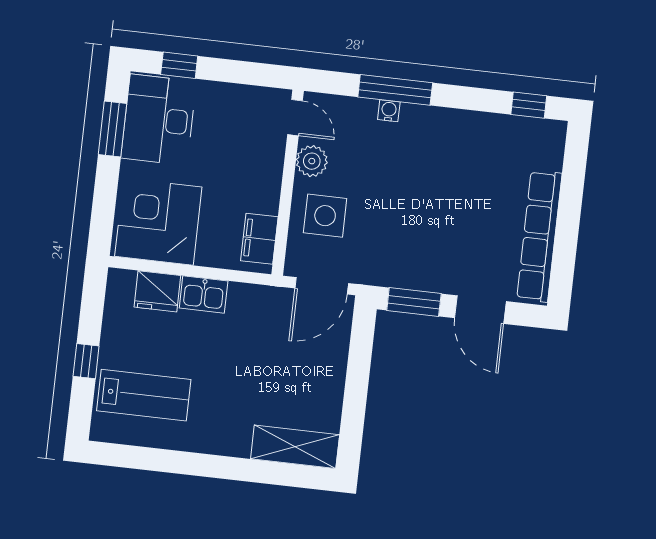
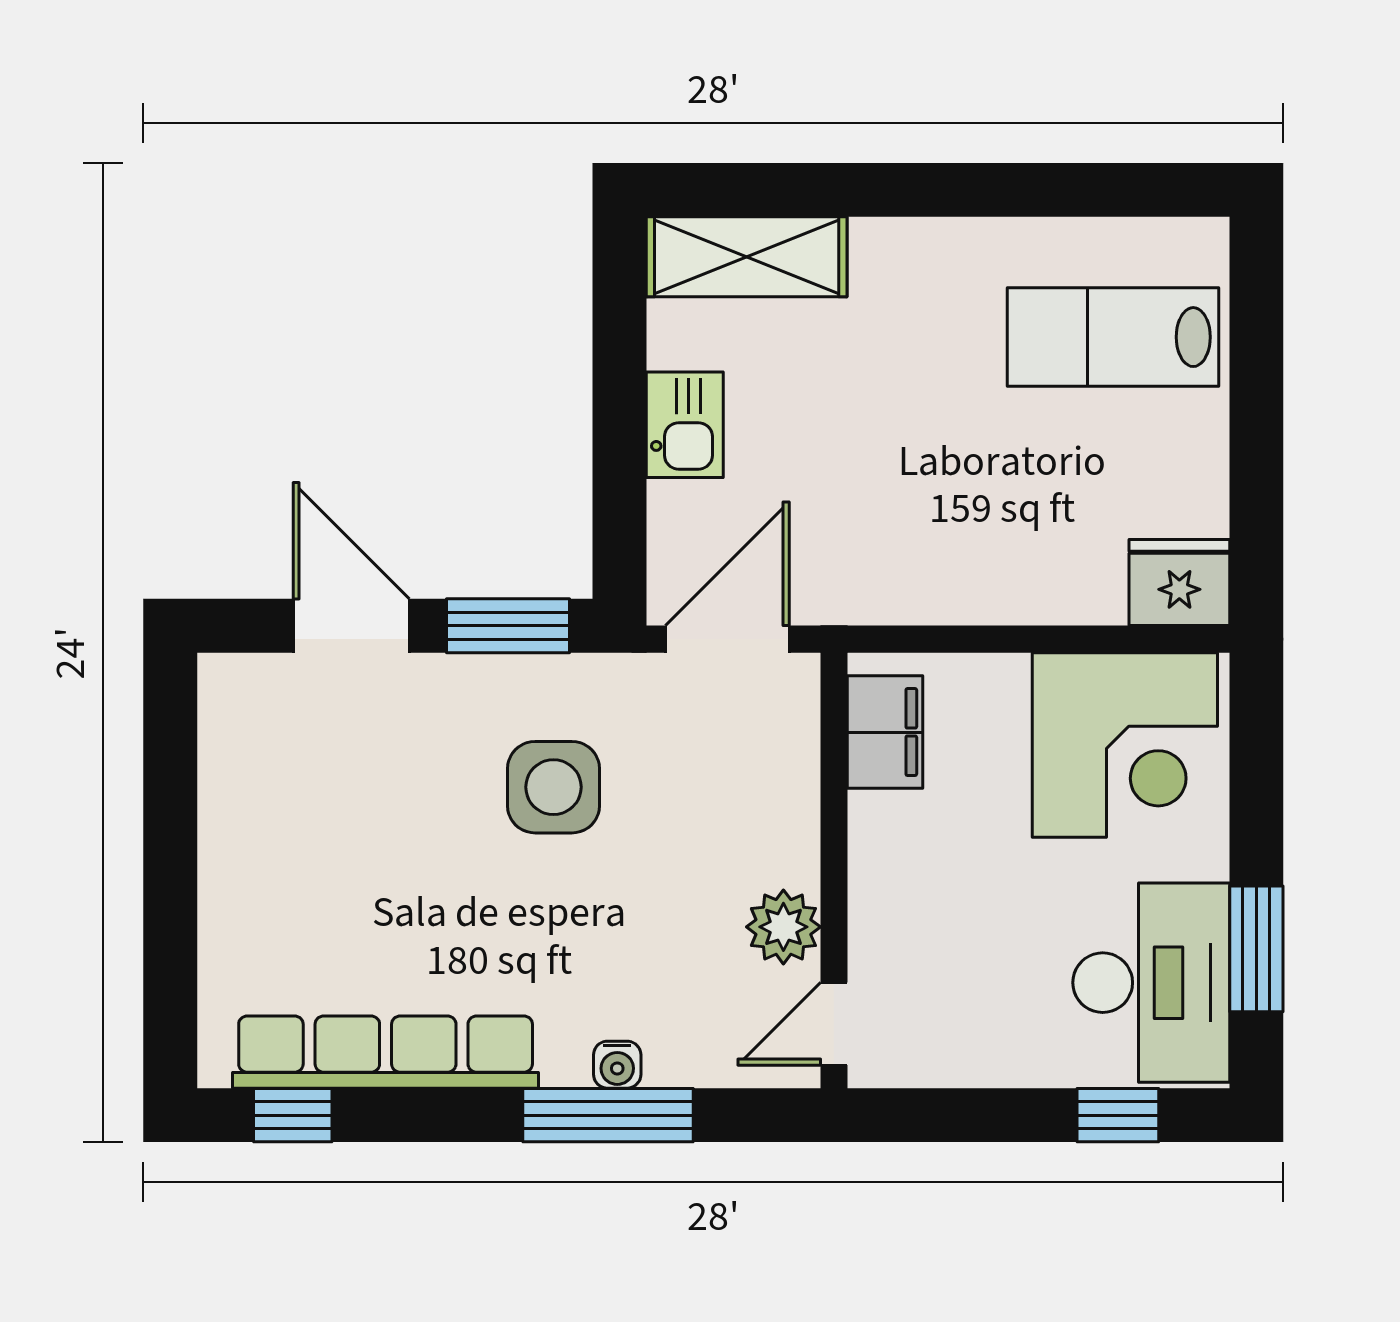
door: (295, 118) -> (834, 1024), hinge flipped
side table: (325, 216) -> (553, 787), moved
row of seats: (539, 236) -> (386, 1052), moved, turned -90
fridge: (157, 291) -> (1179, 582), moved
kitchen sink: (204, 295) -> (685, 425), moved, turned 90
window: (86, 361) -> (1256, 401), removed

